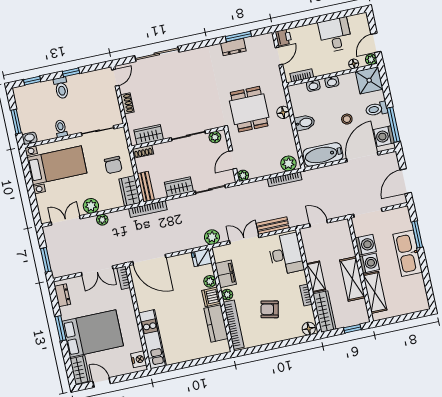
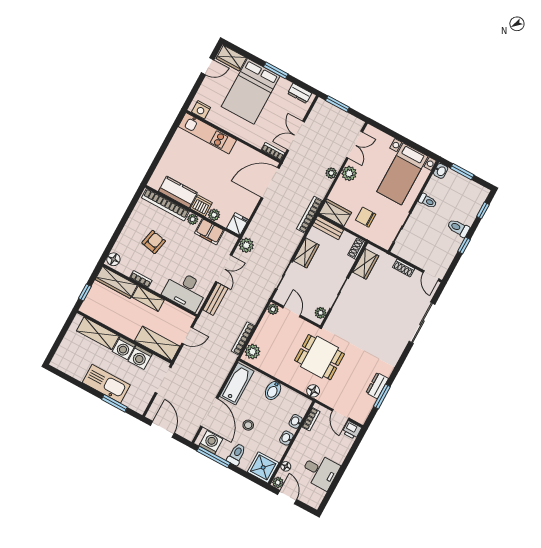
floor lamp: (283, 112) -> (313, 391), moved
shelving: (352, 279) -> (157, 344), moved

